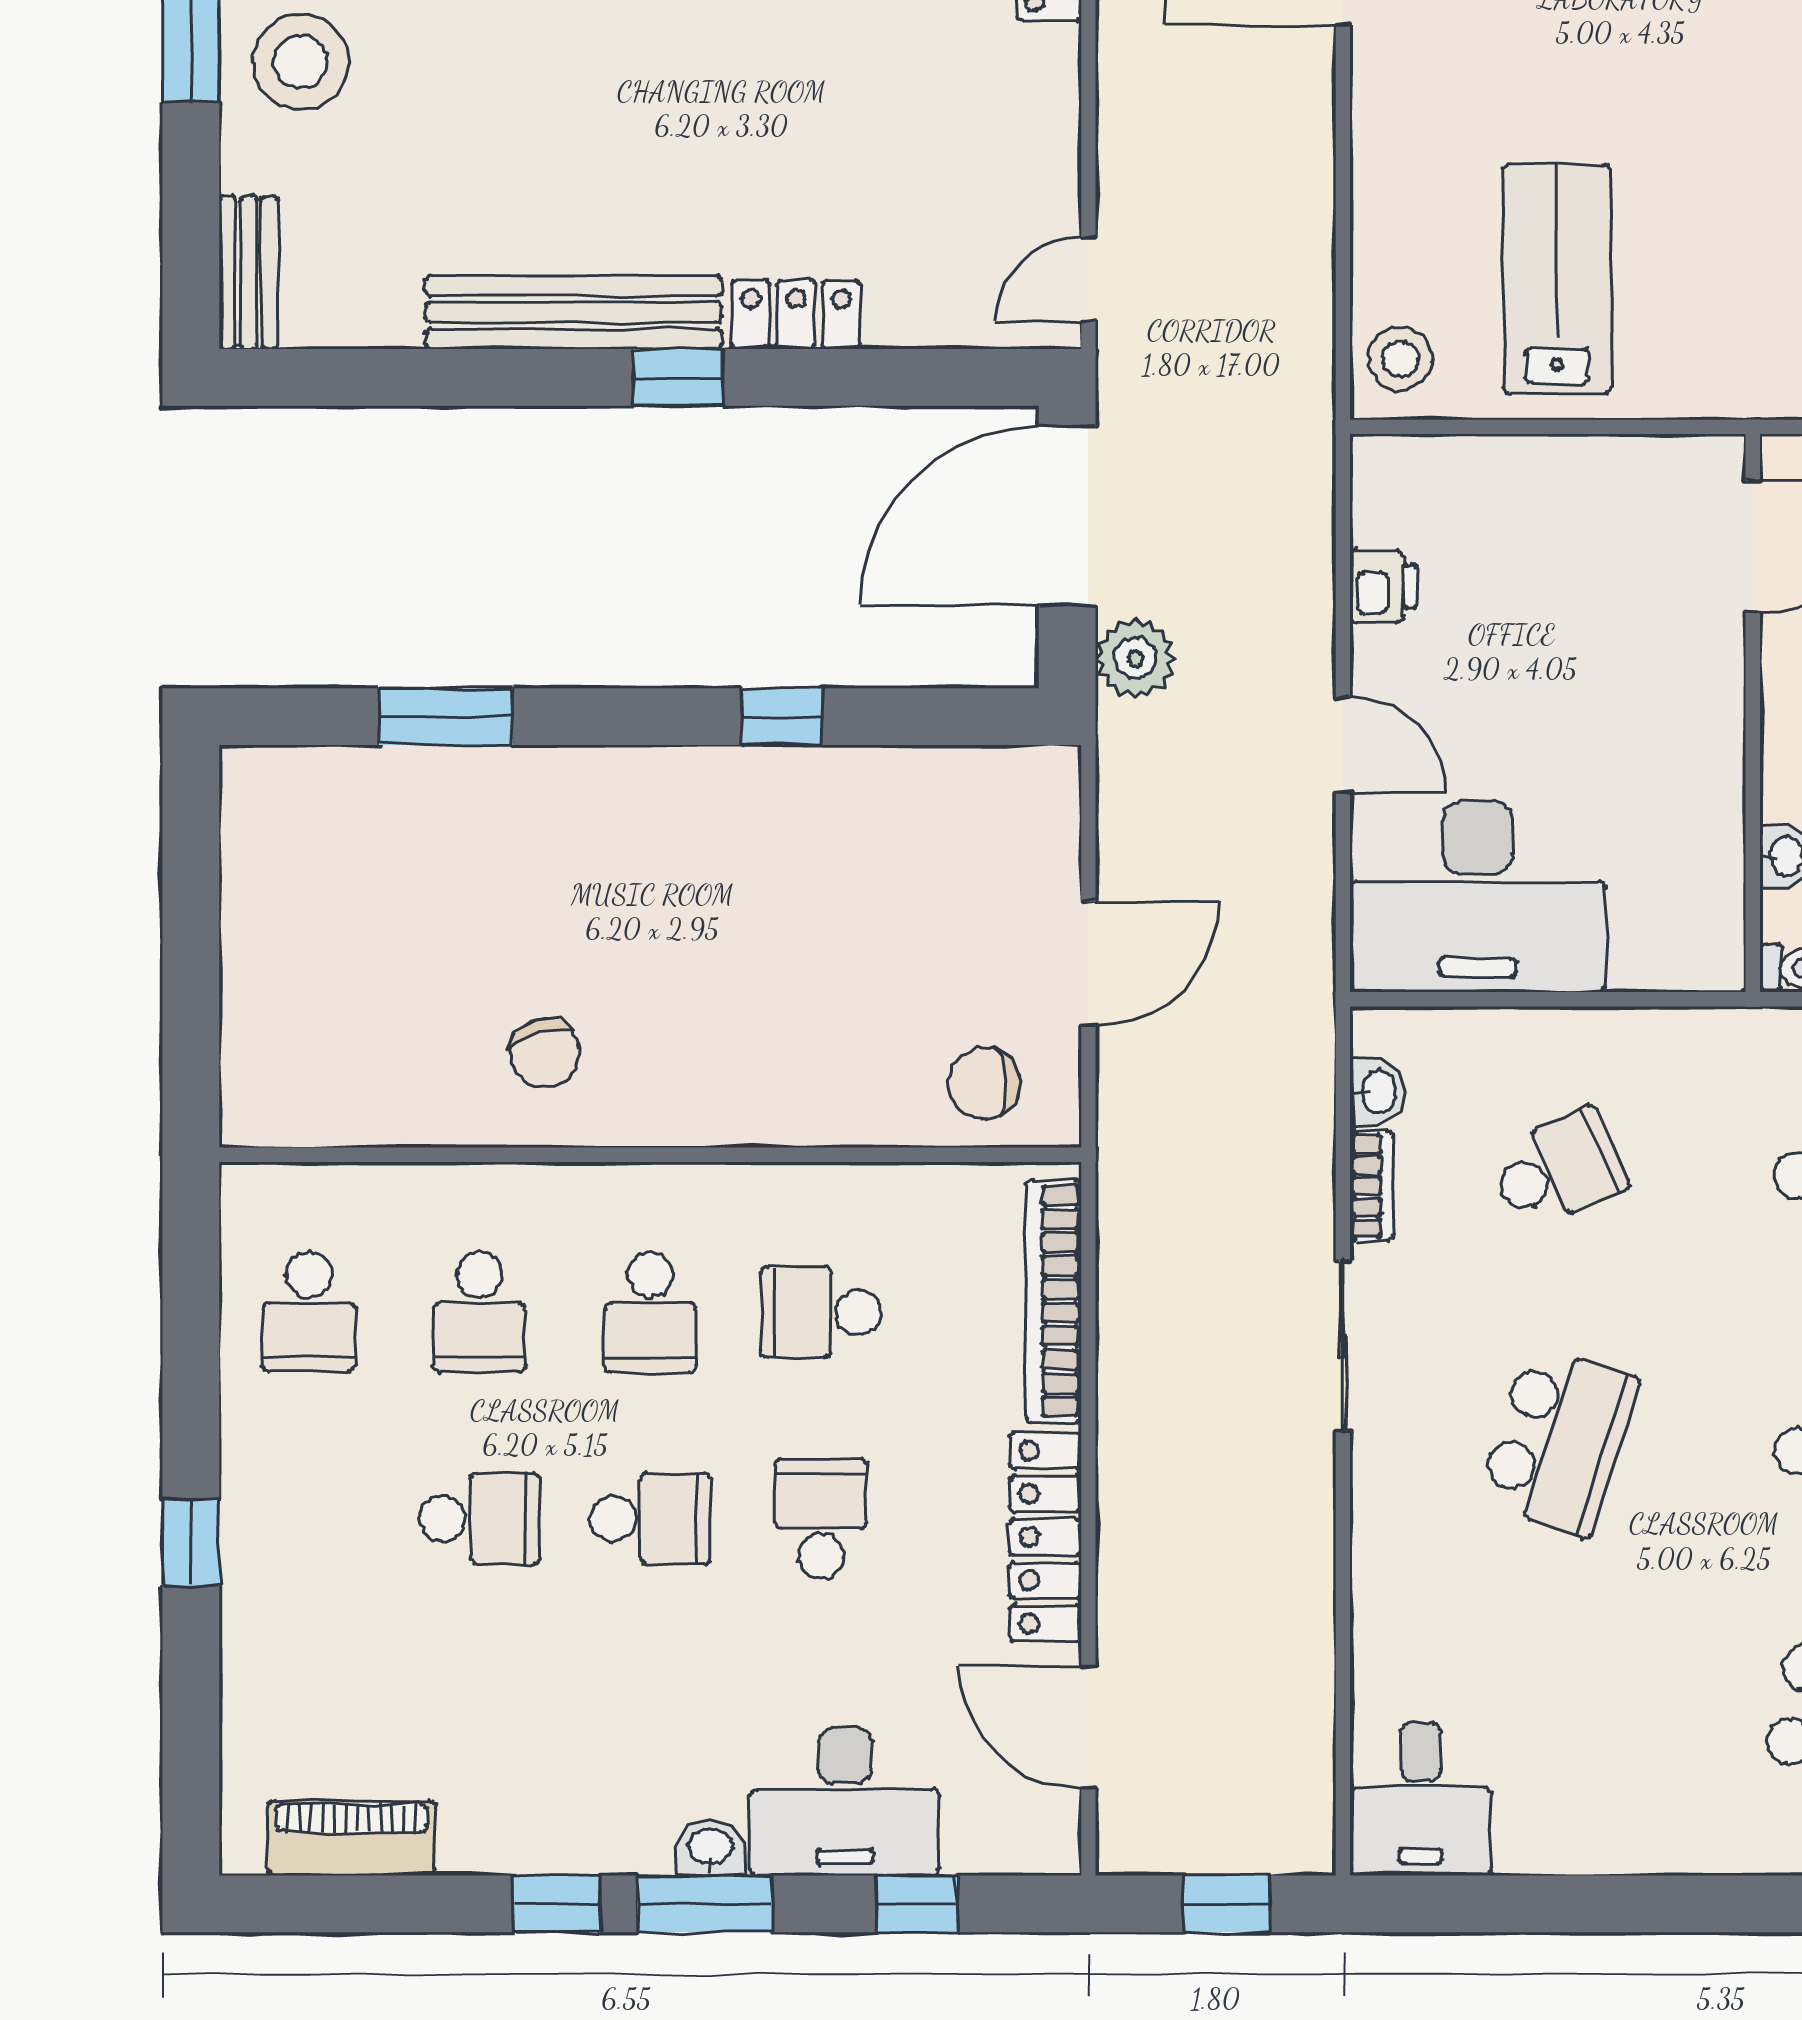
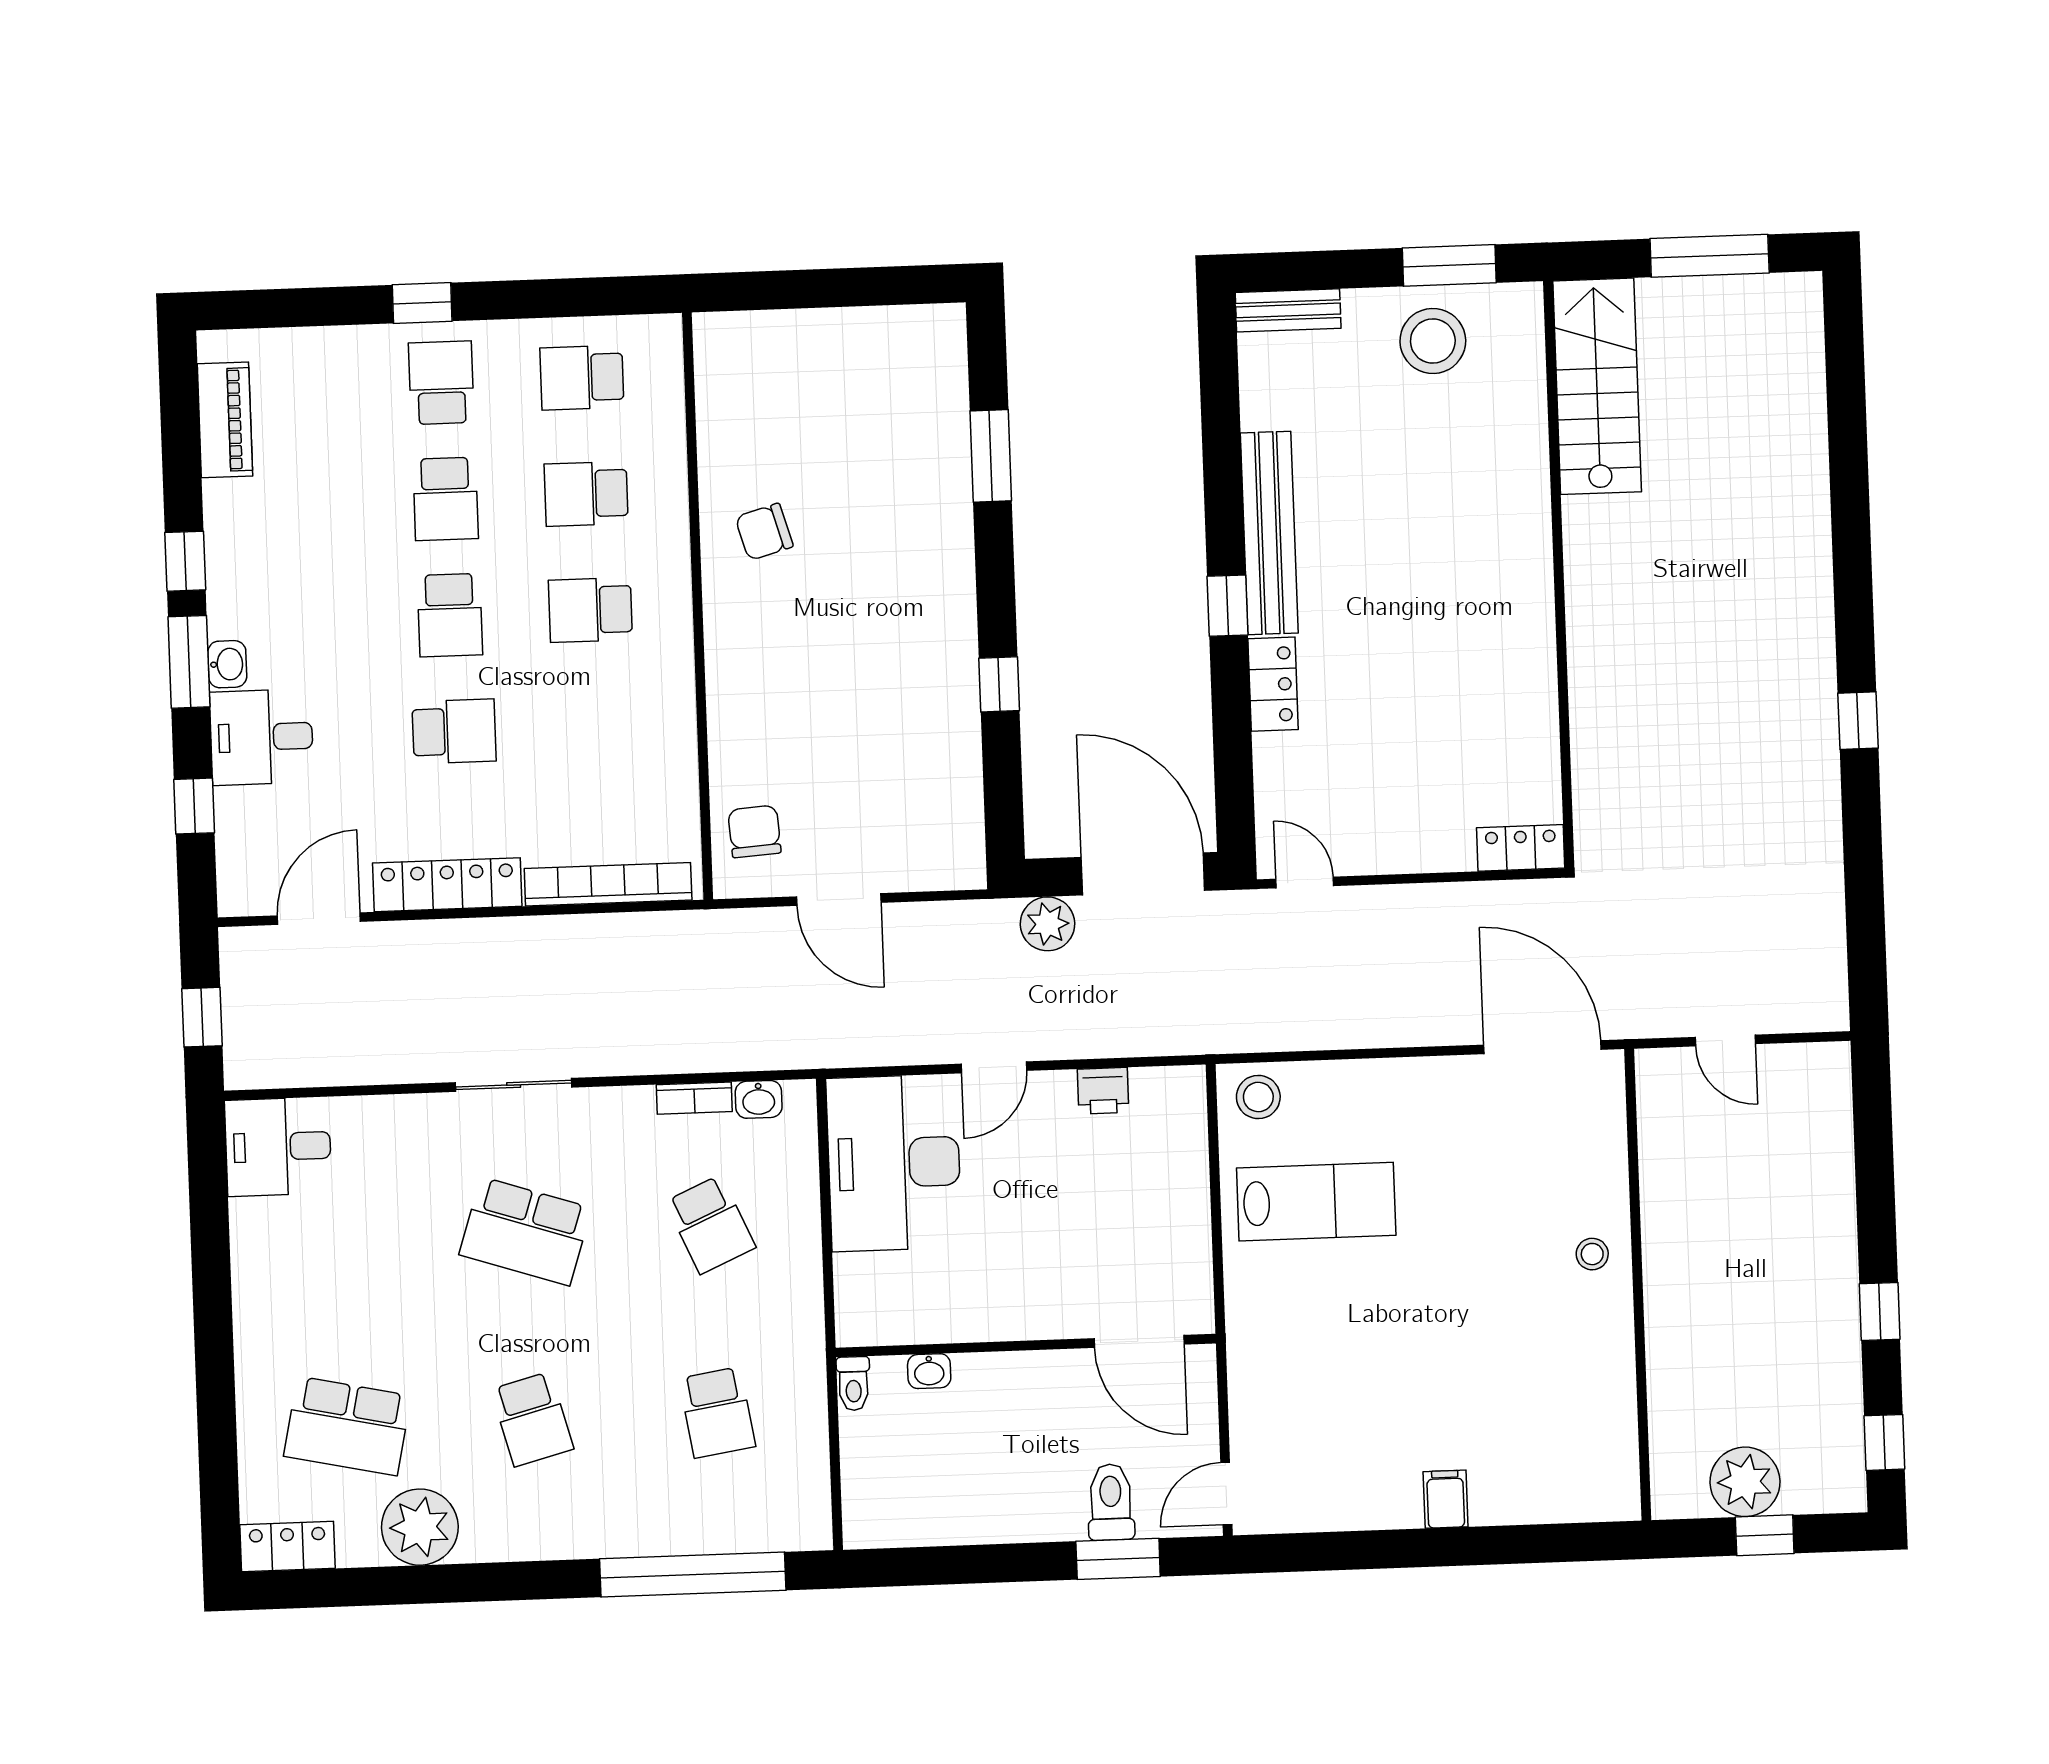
school desk: (821, 1312) -> (441, 383), moved
sliding door: (1343, 1346) -> (514, 1085), moved
desk: (845, 1801) -> (262, 737), width x0.73

